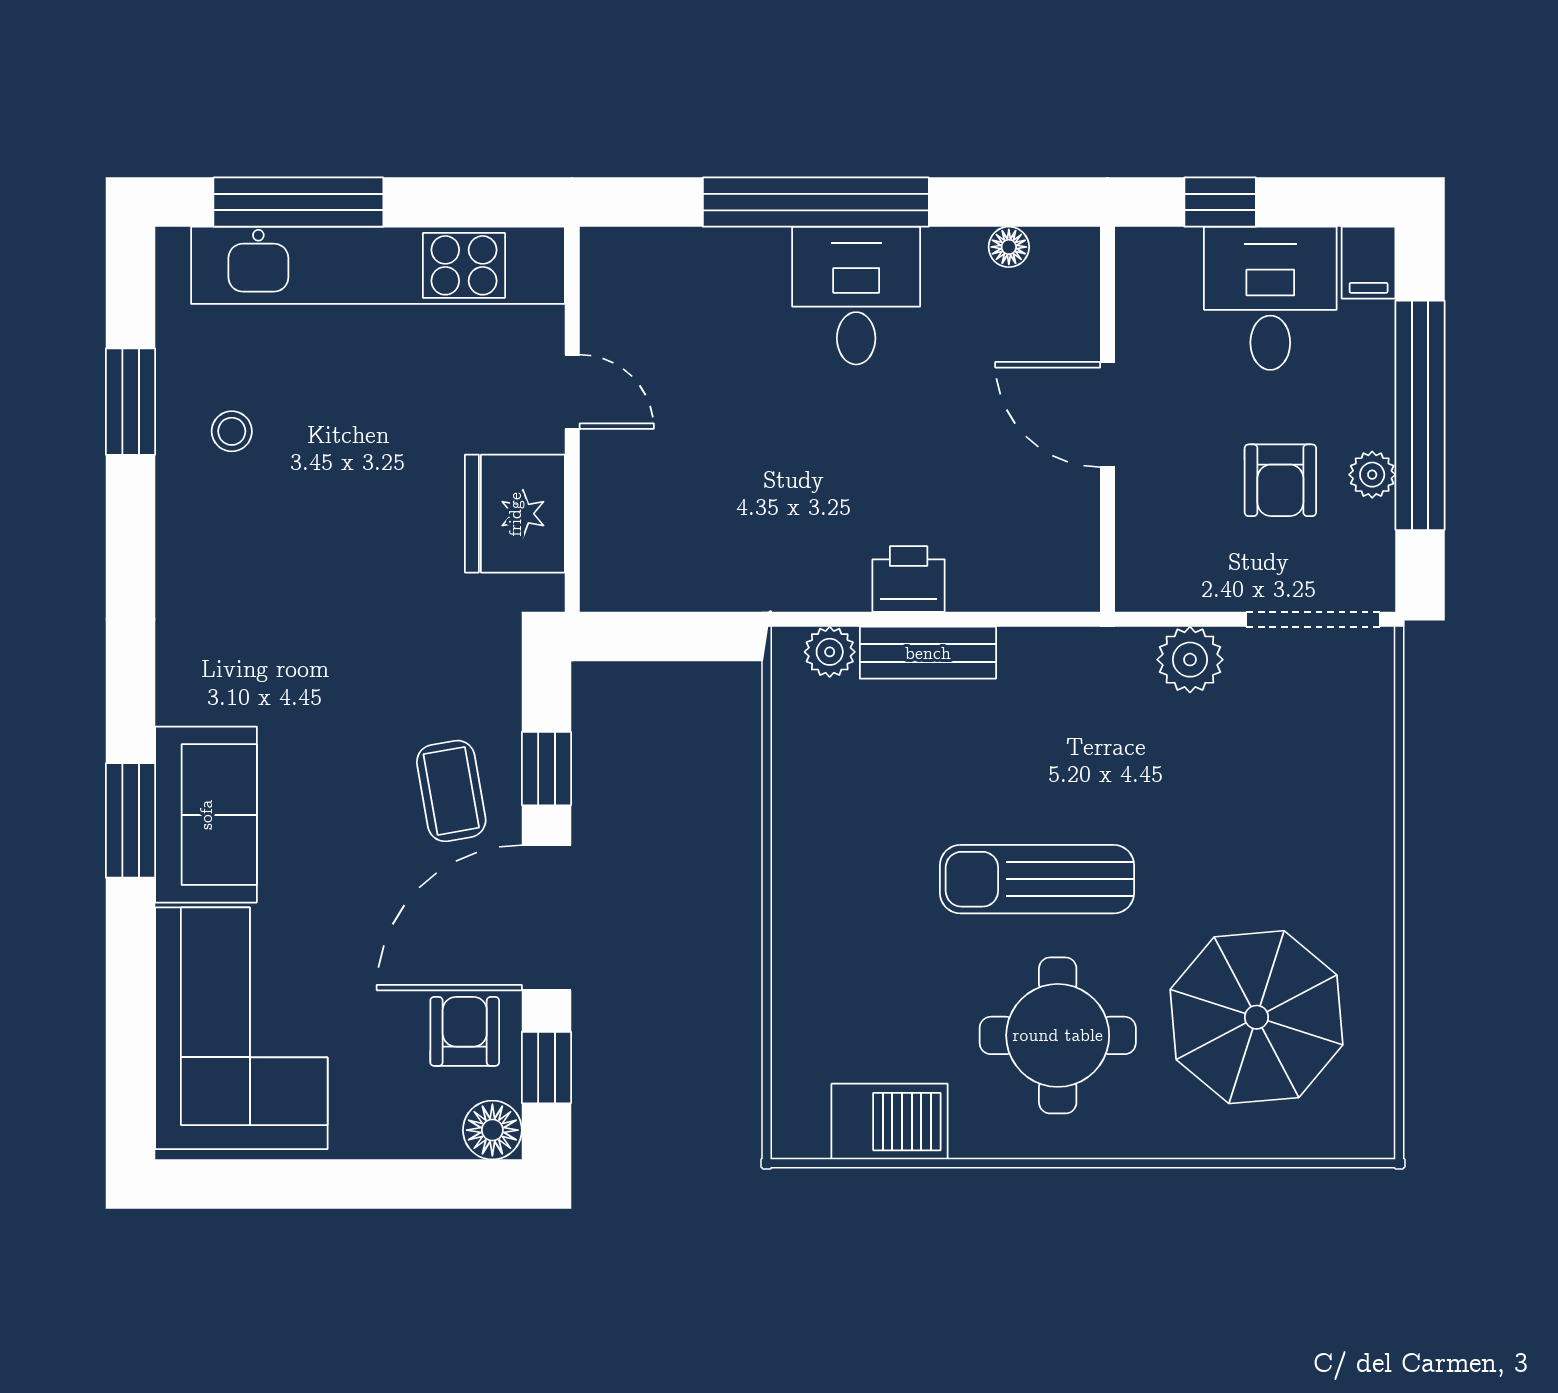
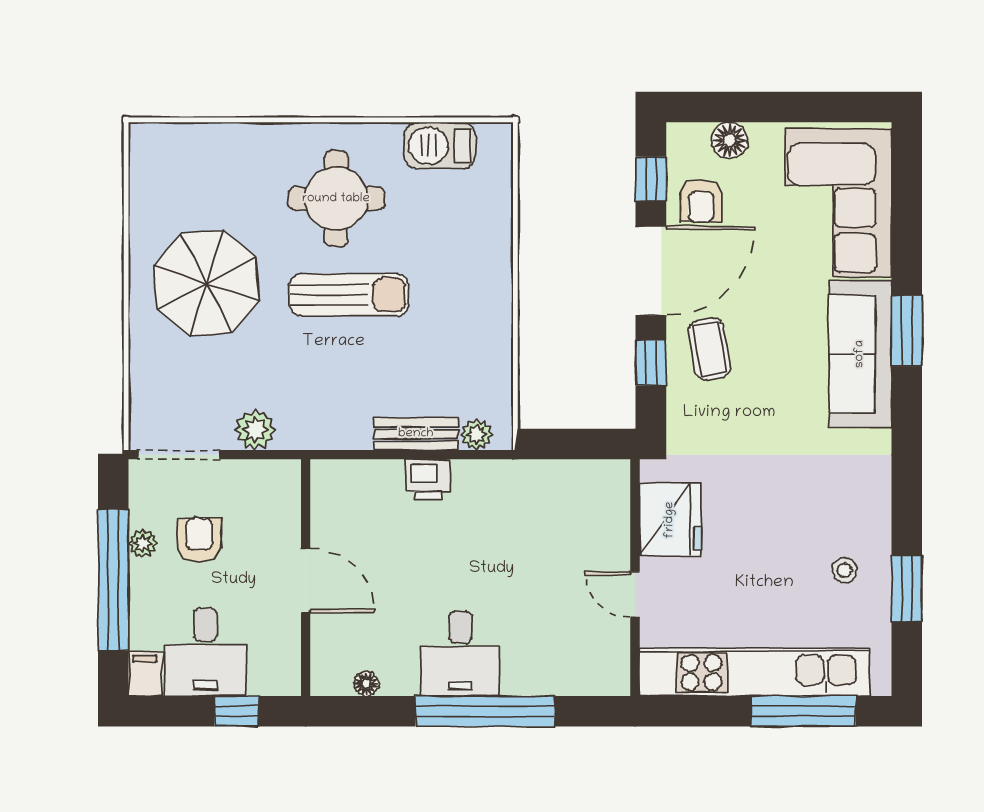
sofa: (206, 815) -> (860, 354), width x1.36
parasol: (1257, 1017) -> (206, 283), moved
floor lamp: (492, 1130) -> (730, 140), moved

